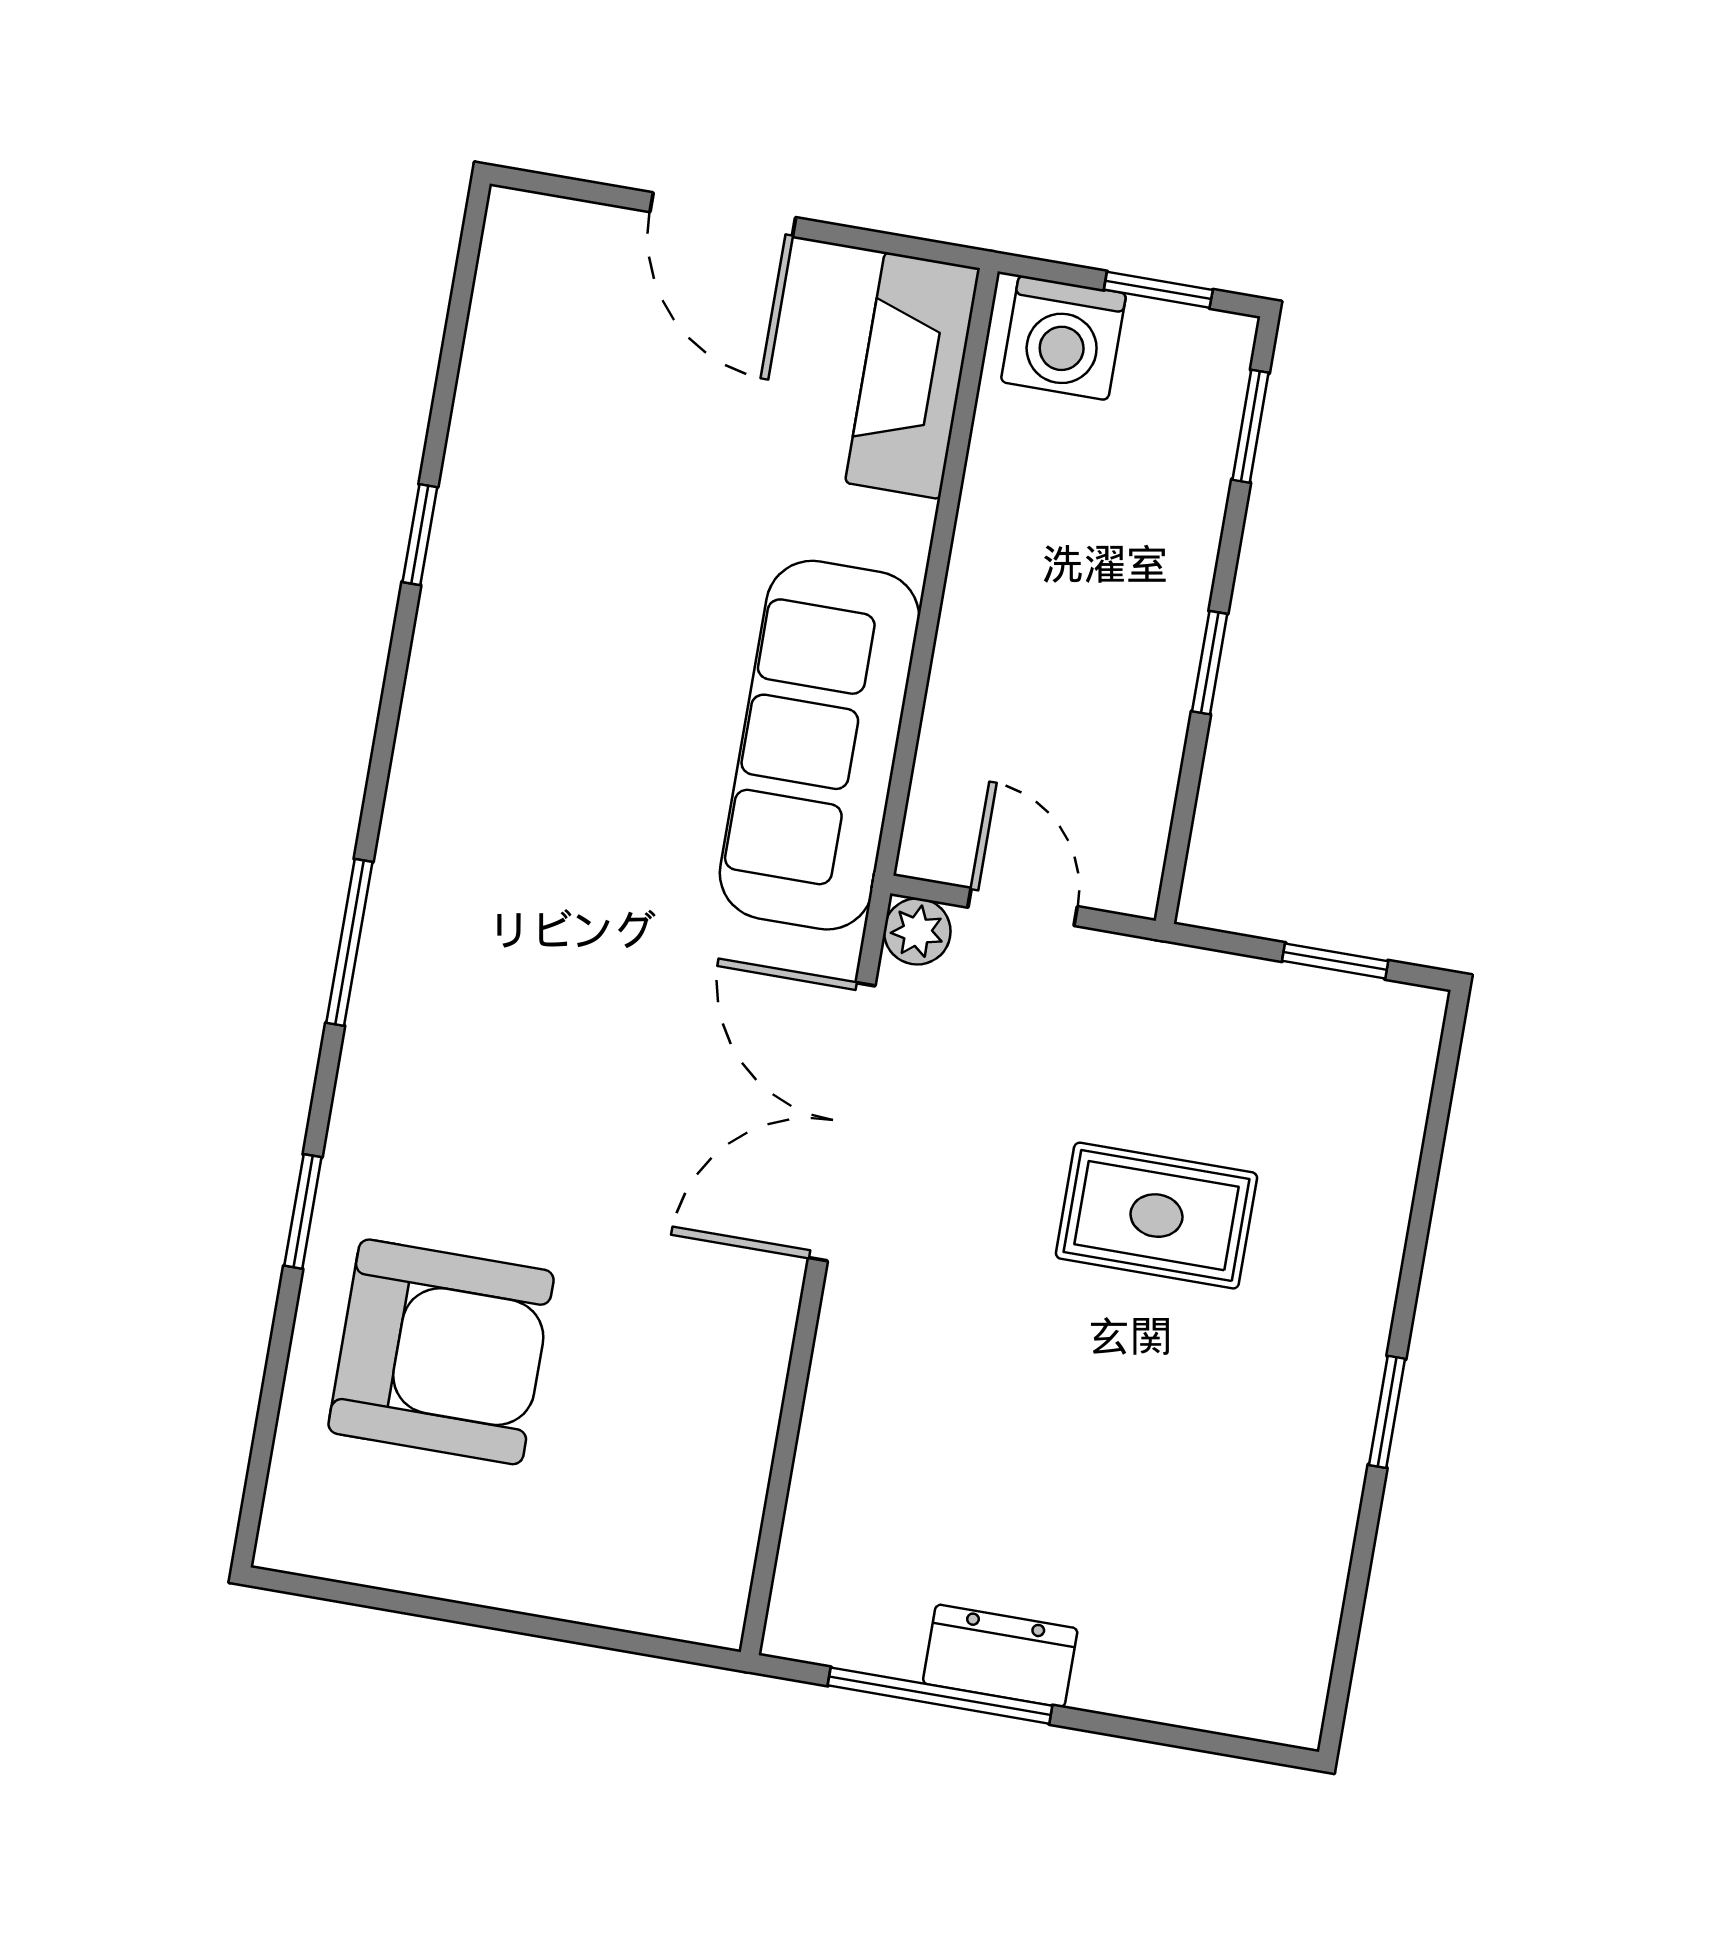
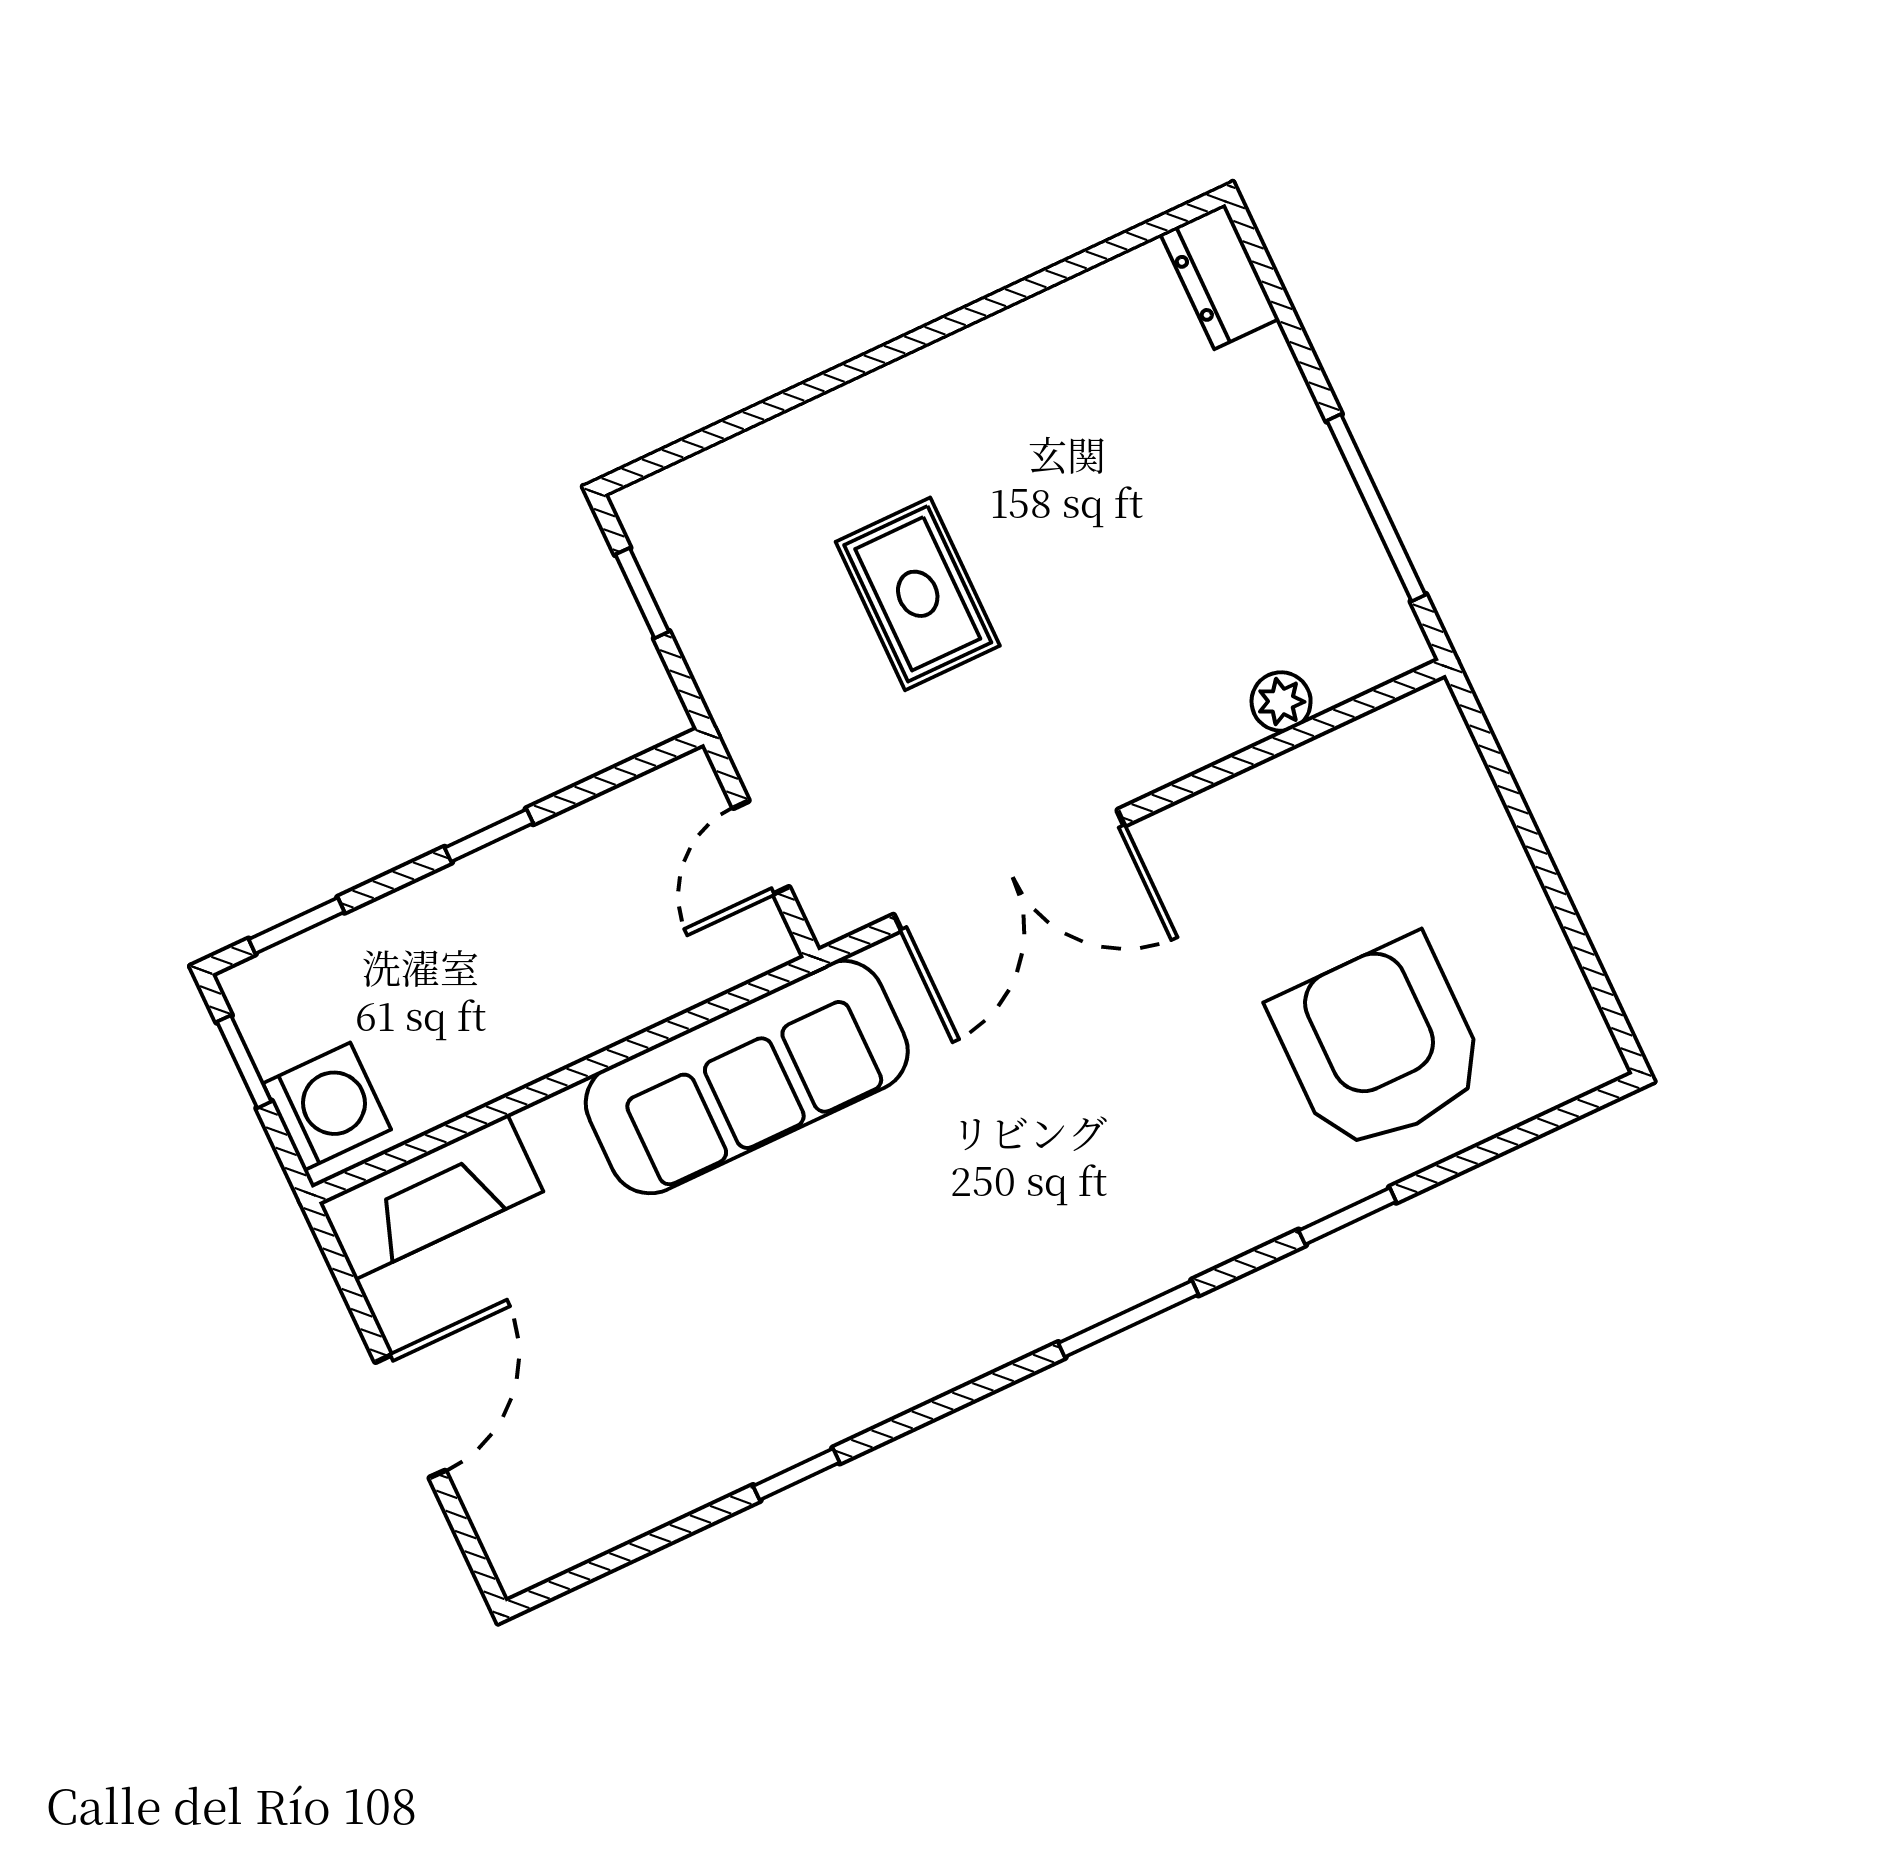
plant: (917, 931) -> (1281, 702), moved
window: (1387, 1412) -> (944, 327), removed
dresser: (1000, 1656) -> (1220, 277), moved

